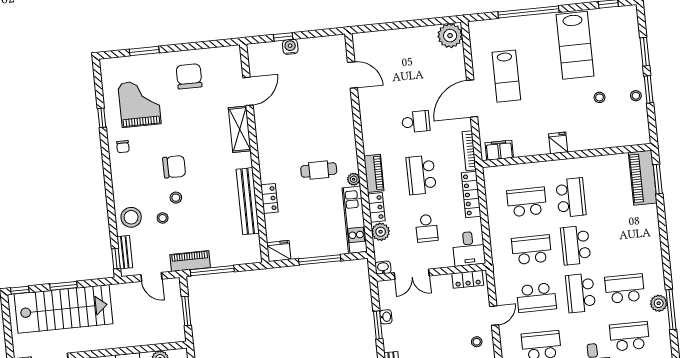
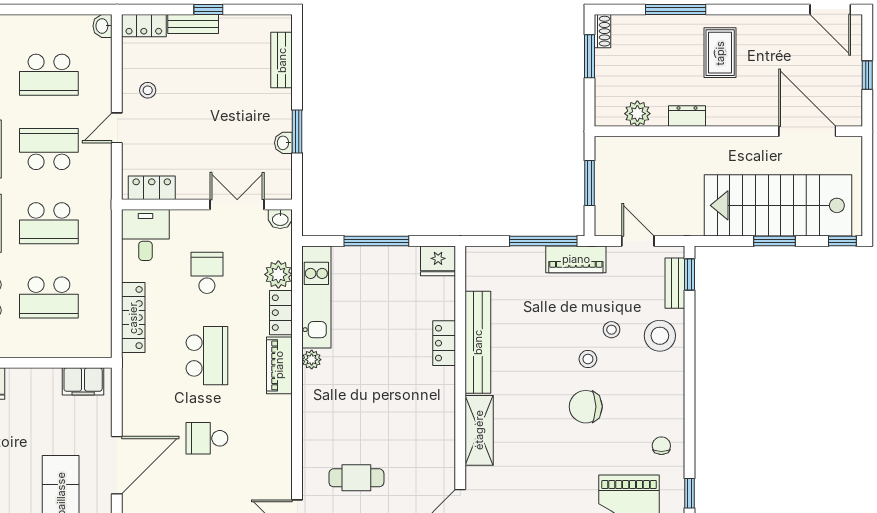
shelving: (240, 129) -> (479, 430), moved
bookcase: (469, 151) -> (129, 385), removed
cafe table: (319, 170) -> (356, 478), moved

